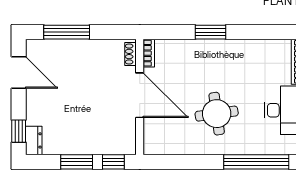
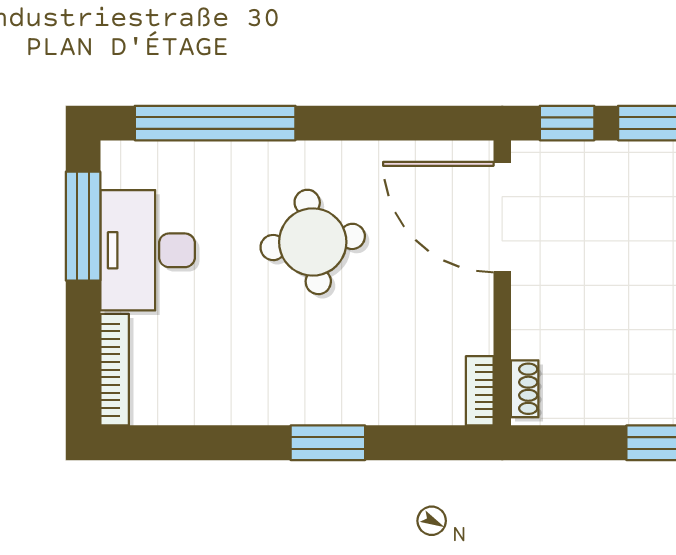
door: (140, 95) -> (502, 217), moved

